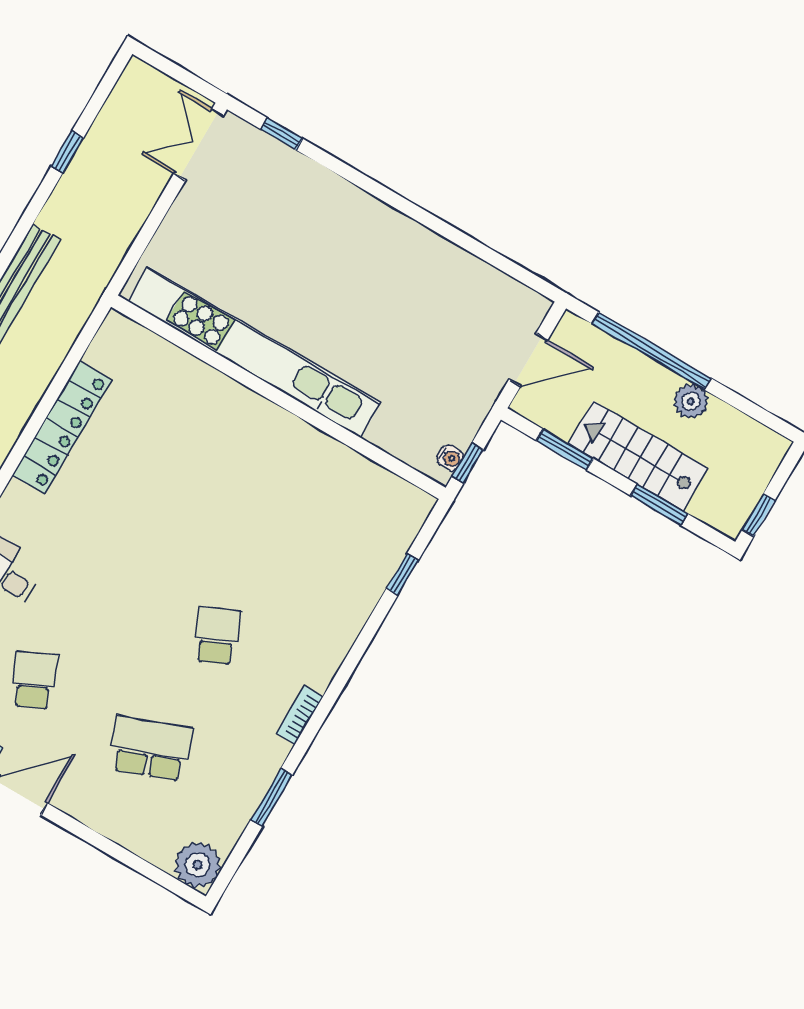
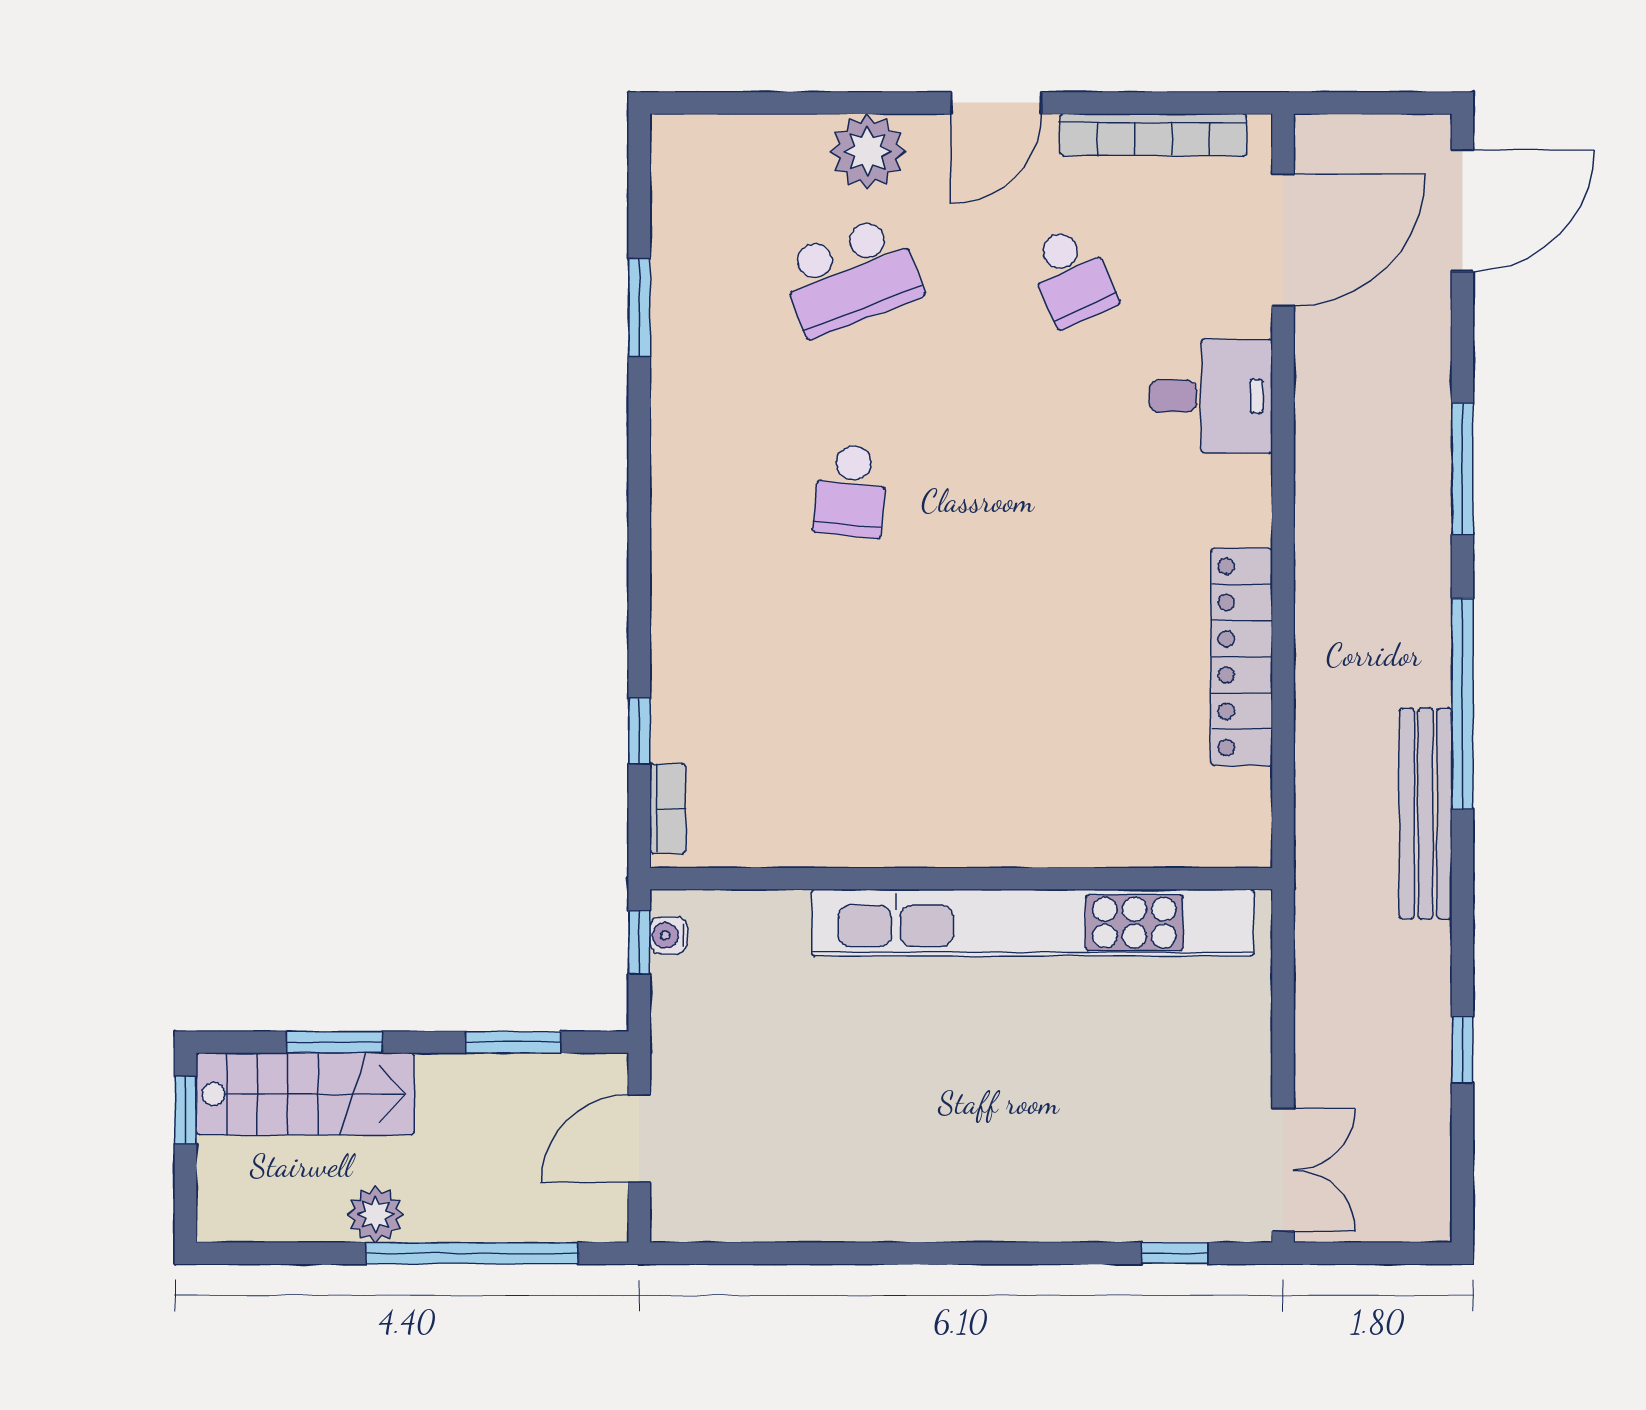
stairs: (638, 456) -> (305, 1094), moved
school desk: (217, 636) -> (851, 491), turned 30
bookcase: (300, 715) -> (668, 809), moved
plant: (198, 865) -> (868, 151), moved

